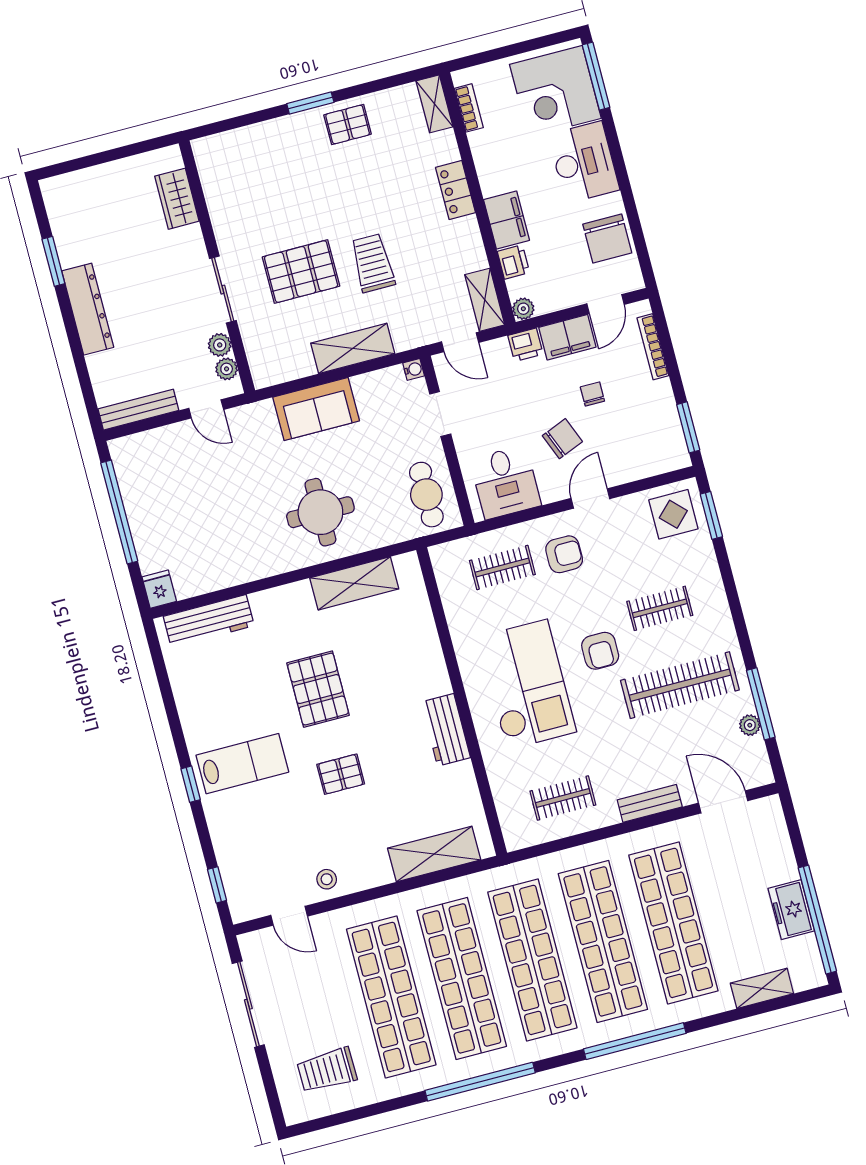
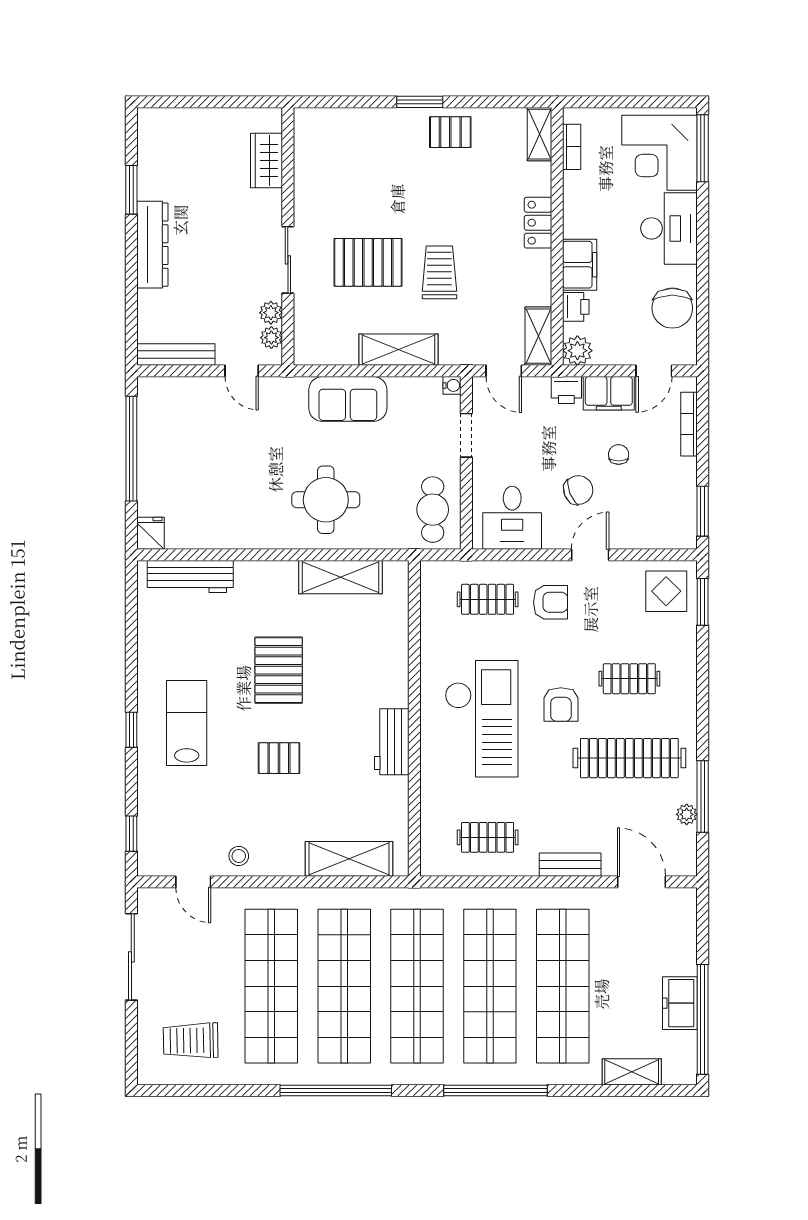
plant: (523, 309) -> (577, 351), width x1.38, depth x1.38
lab bench: (242, 764) -> (187, 723), turned -90

